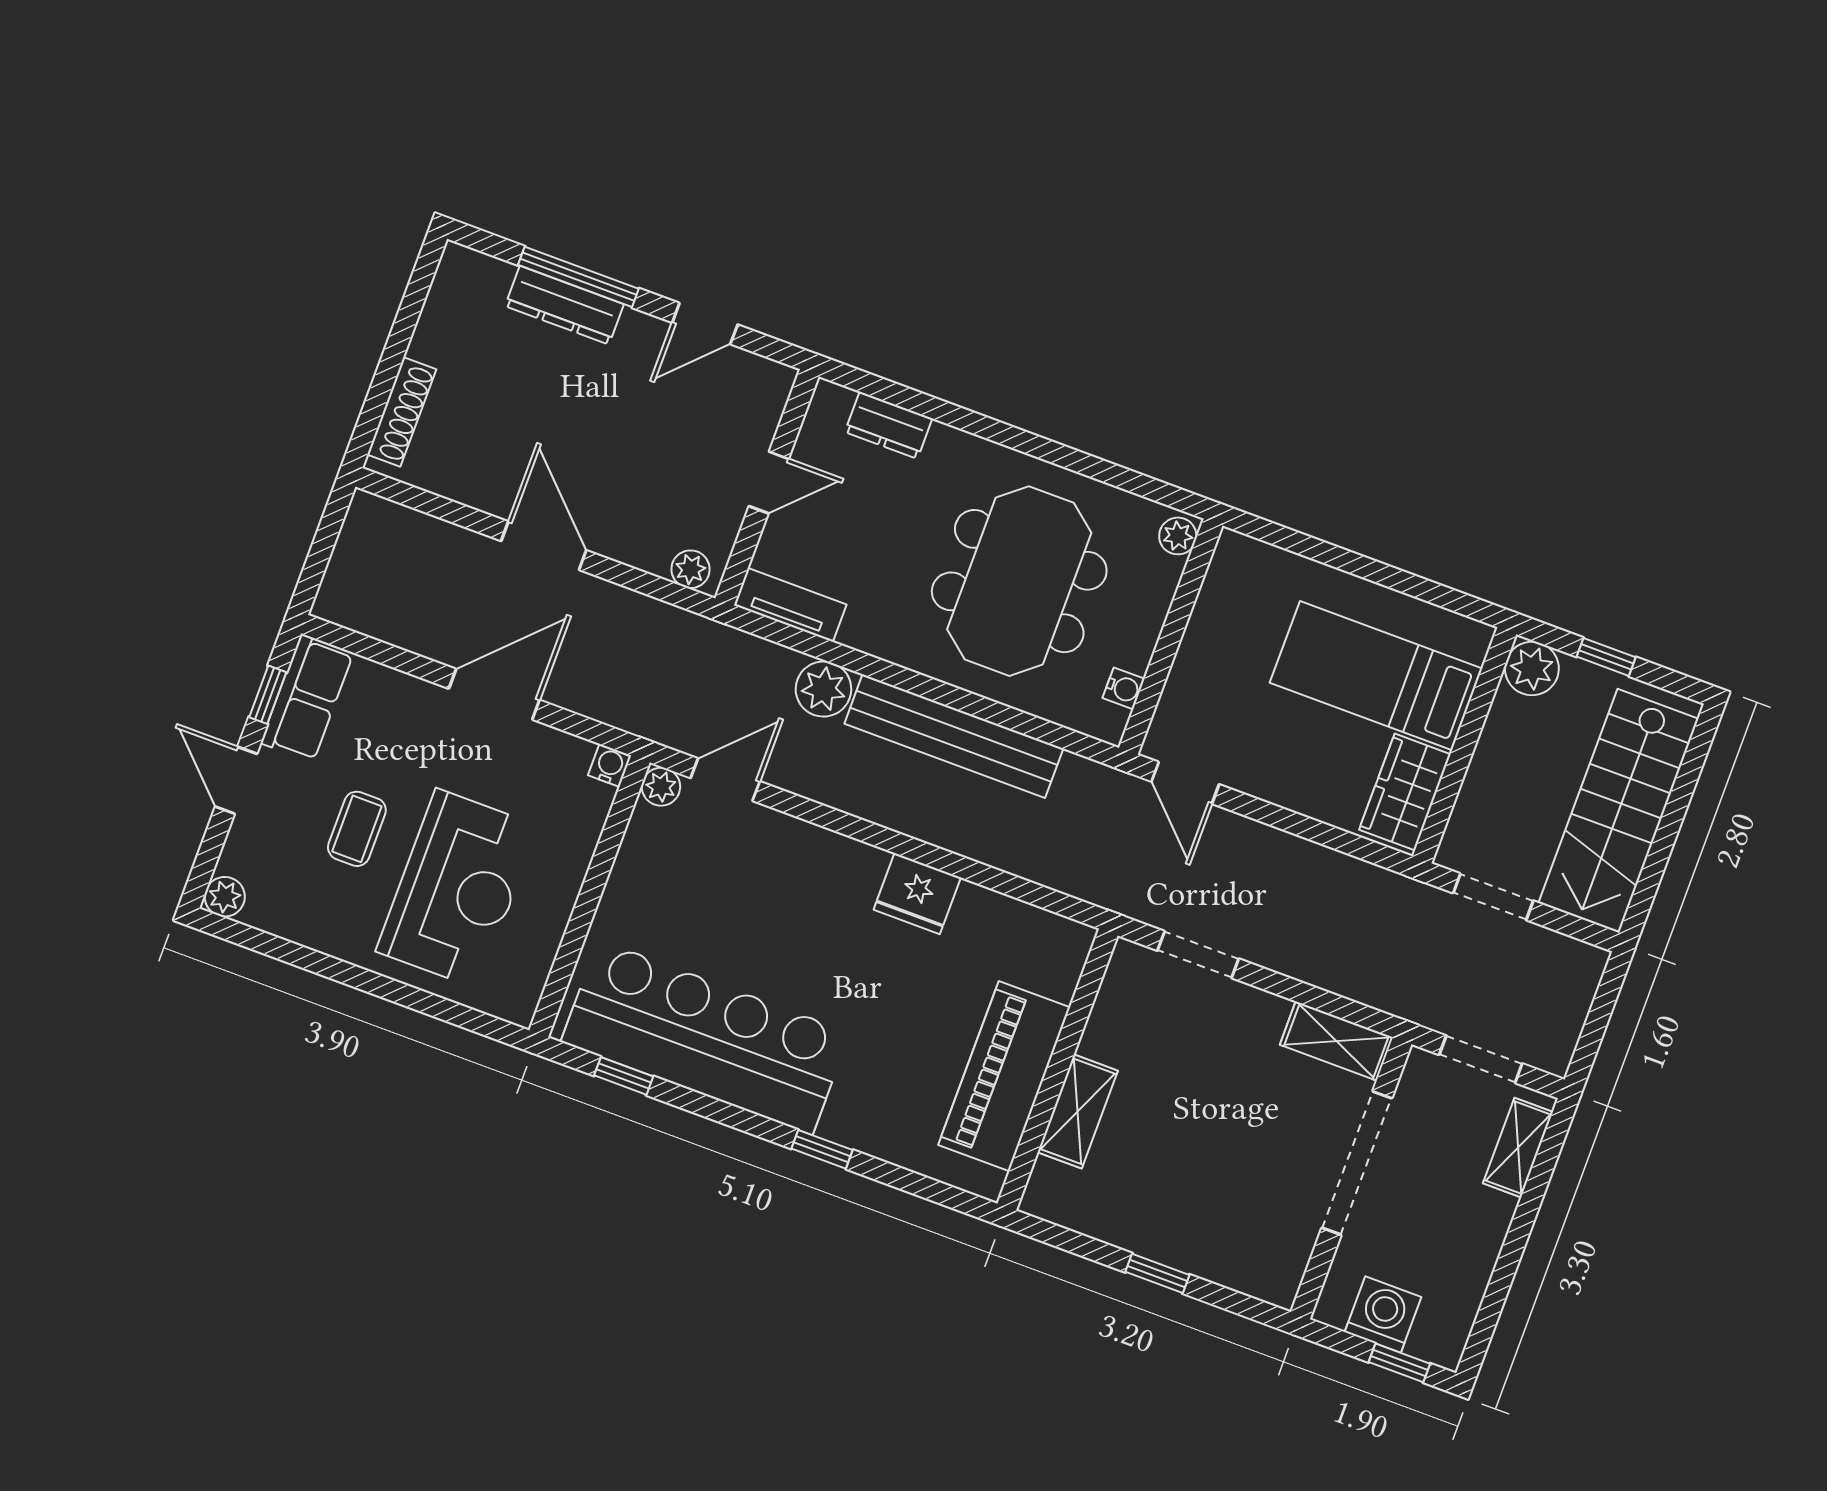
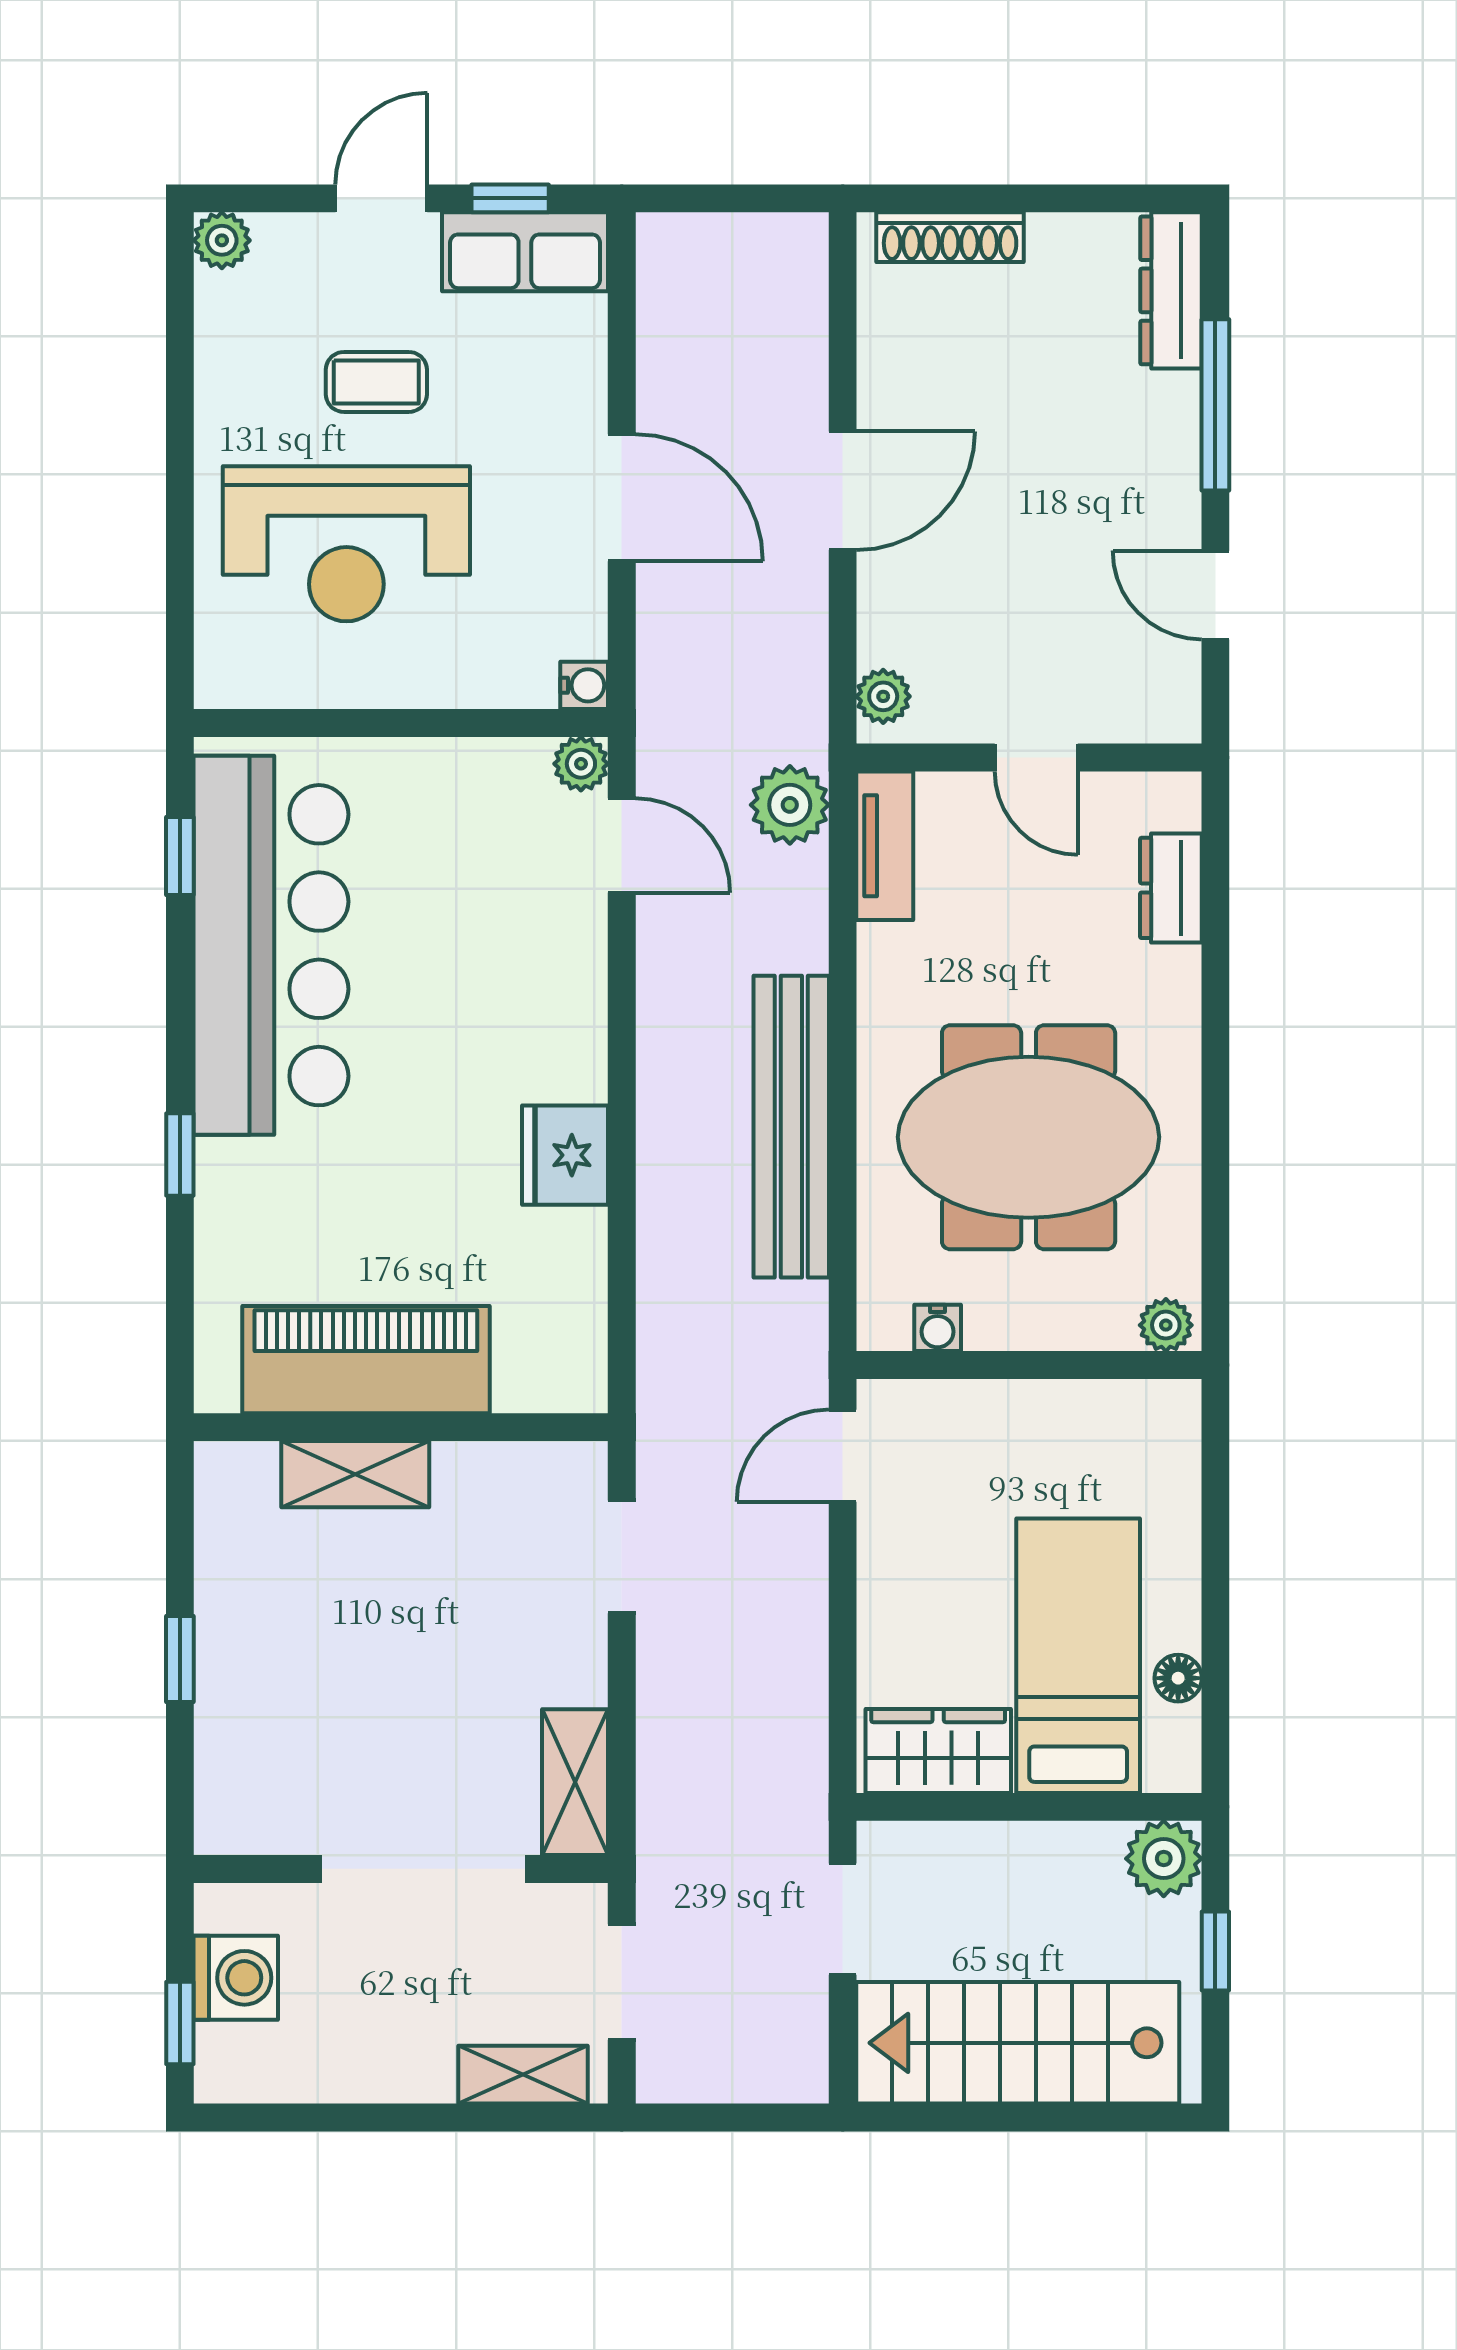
dresser: (564, 305) -> (1171, 290), moved
floor lamp: (1416, 615) -> (1178, 1678), added
plant: (823, 689) -> (790, 805), moved

